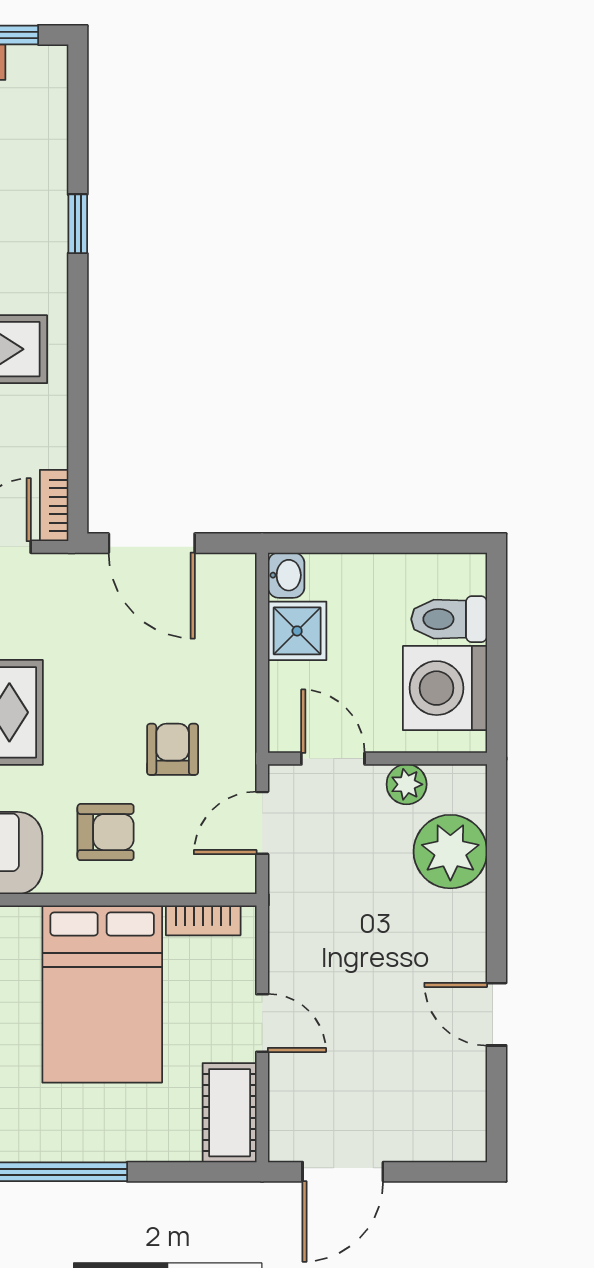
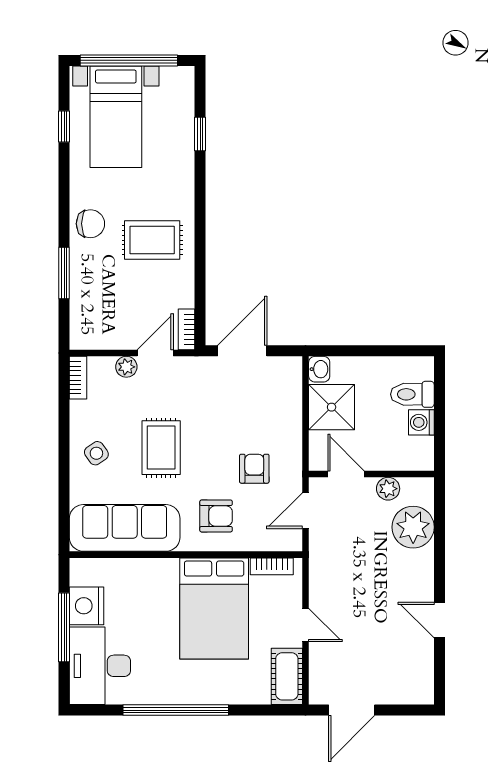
window: (78, 224) -> (200, 134), moved
door: (152, 543) -> (242, 351), swing flipped
shower: (297, 631) -> (332, 407), width x1.36, depth x1.36
washing machine: (445, 688) -> (421, 422), width x0.53, depth x0.53

